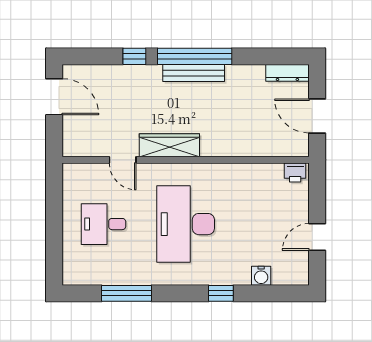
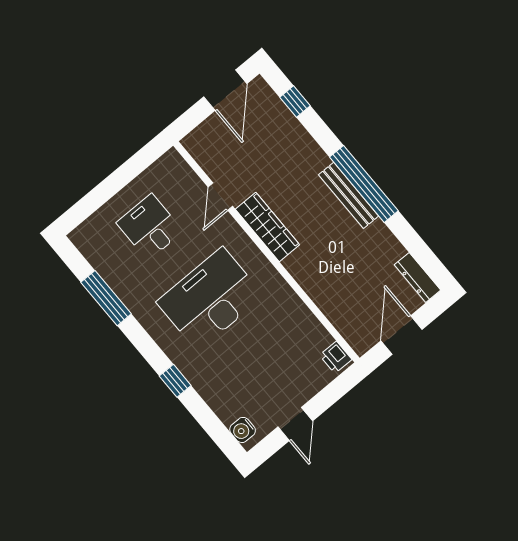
window: (134, 56) -> (295, 101), moved
door: (317, 237) -> (295, 424), swing flipped
water cooler: (261, 276) -> (243, 430), moved

